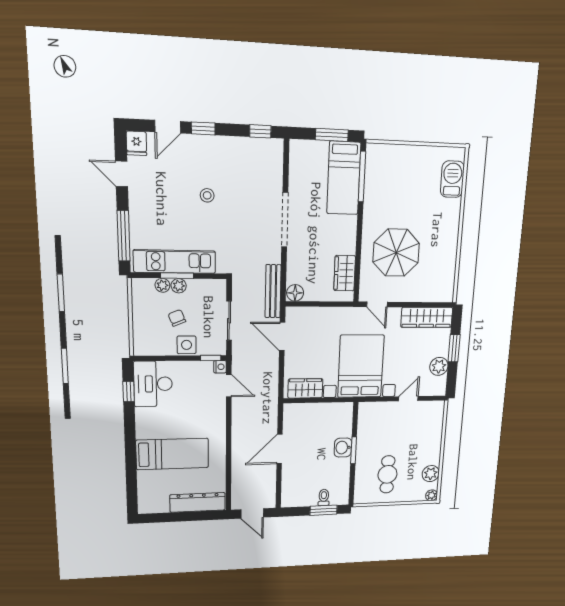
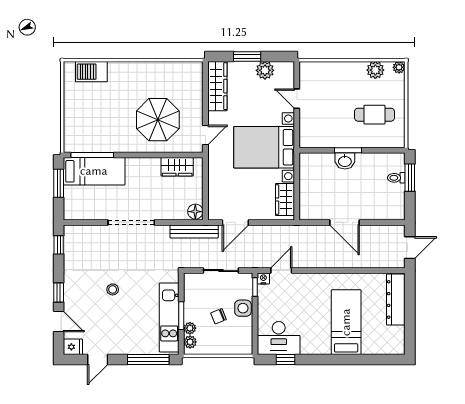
plant: (179, 286) -> (190, 342), moved

